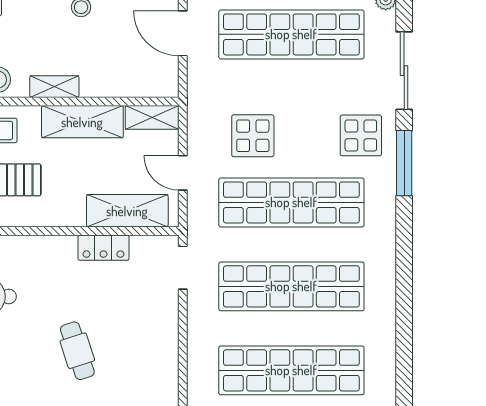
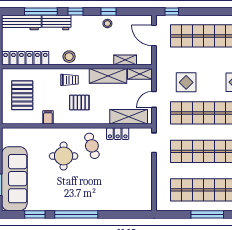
shelving: (54, 87) -> (125, 60), moved
door: (183, 173) -> (154, 99), hinge flipped
cafe table: (77, 351) -> (92, 146), moved

